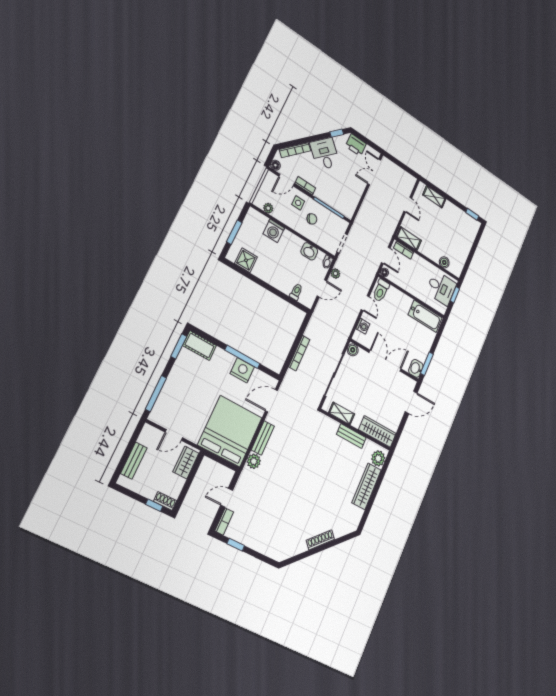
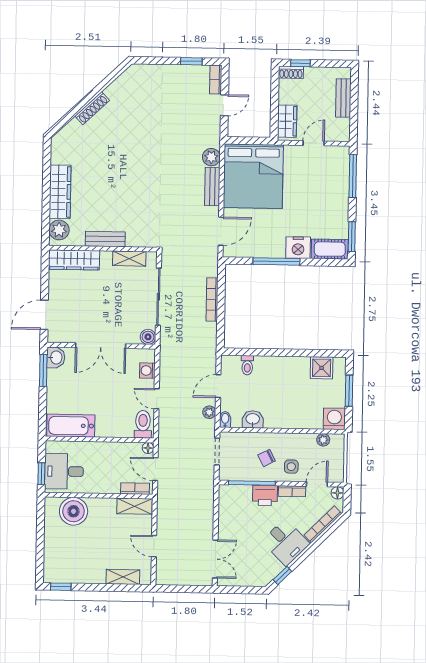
printer: (356, 145) -> (265, 495), moved, turned 180
washing machine: (274, 231) -> (334, 419), moved
boiler: (444, 262) -> (74, 511), width x1.86, depth x1.86
nightstand: (242, 370) -> (298, 248), moved

